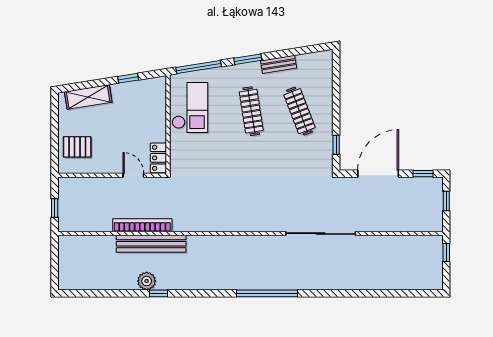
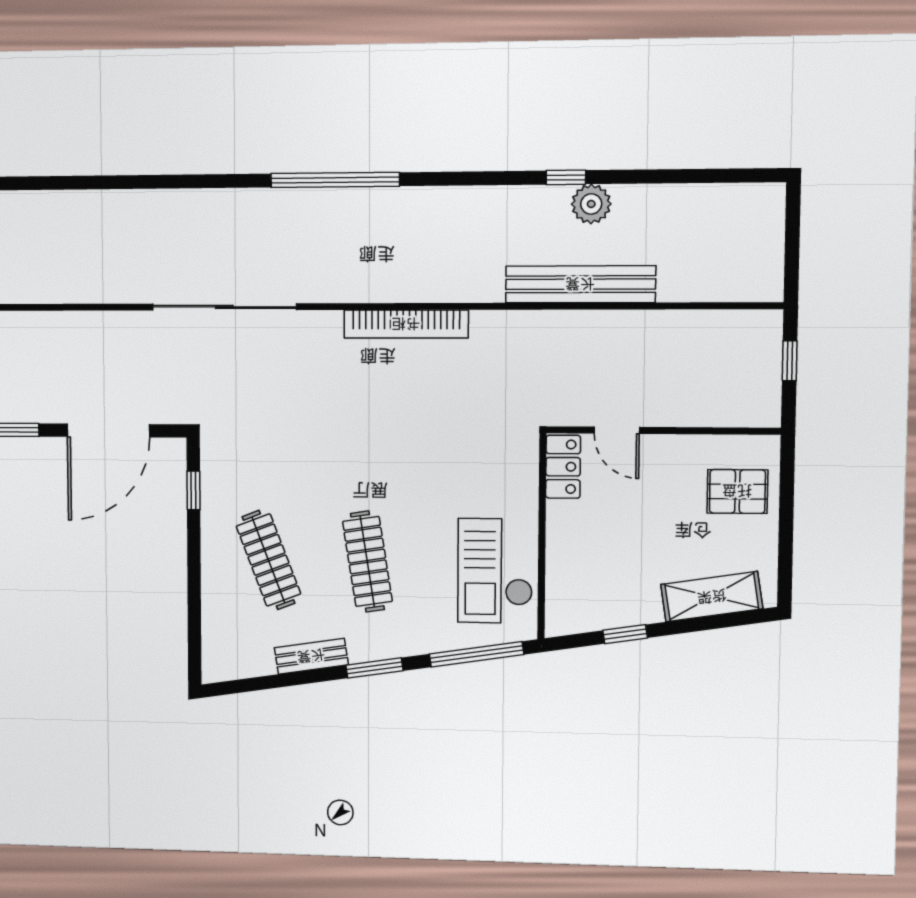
bookcase: (142, 225) -> (406, 324), moved

